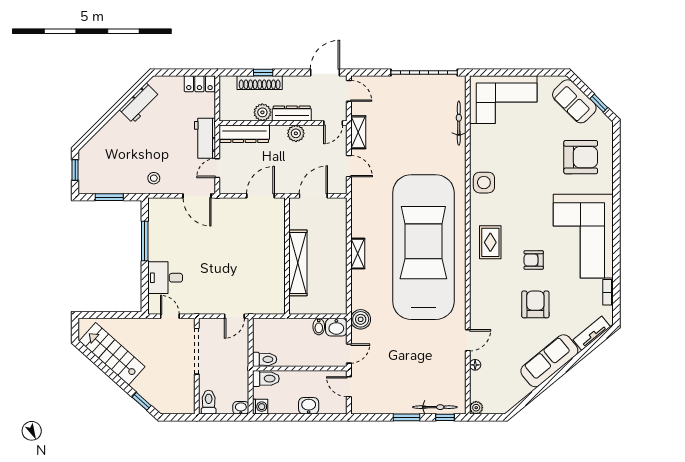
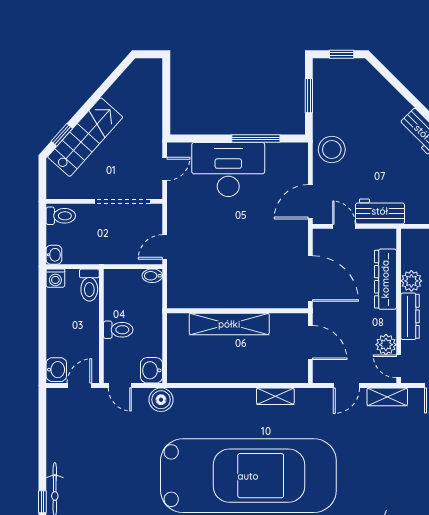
plant: (296, 133) -> (386, 345), moved
dresser: (244, 134) -> (385, 279), moved
stool: (154, 178) -> (332, 149), width x1.89, depth x1.89
door: (260, 196) -> (310, 278), width x1.36
shelving: (358, 254) -> (275, 396), moved
desk: (165, 278) -> (228, 170), width x1.87, depth x1.30
door: (234, 316) -> (165, 247), hinge flipped
bidet: (319, 327) -> (152, 276), moved
stairs: (112, 354) -> (85, 137), moved
toilet: (265, 359) -> (118, 330), moved, turned -90
washbasin: (309, 406) -> (56, 370), moved
window: (407, 417) -> (42, 455), removed

